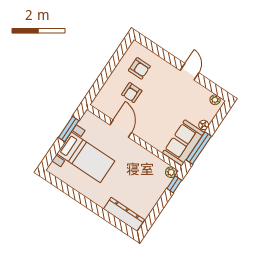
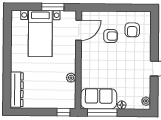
armchair: (132, 93) -> (111, 36), turned 180
door: (121, 129) -> (79, 30), moved
plant: (171, 172) -> (71, 78), moved

